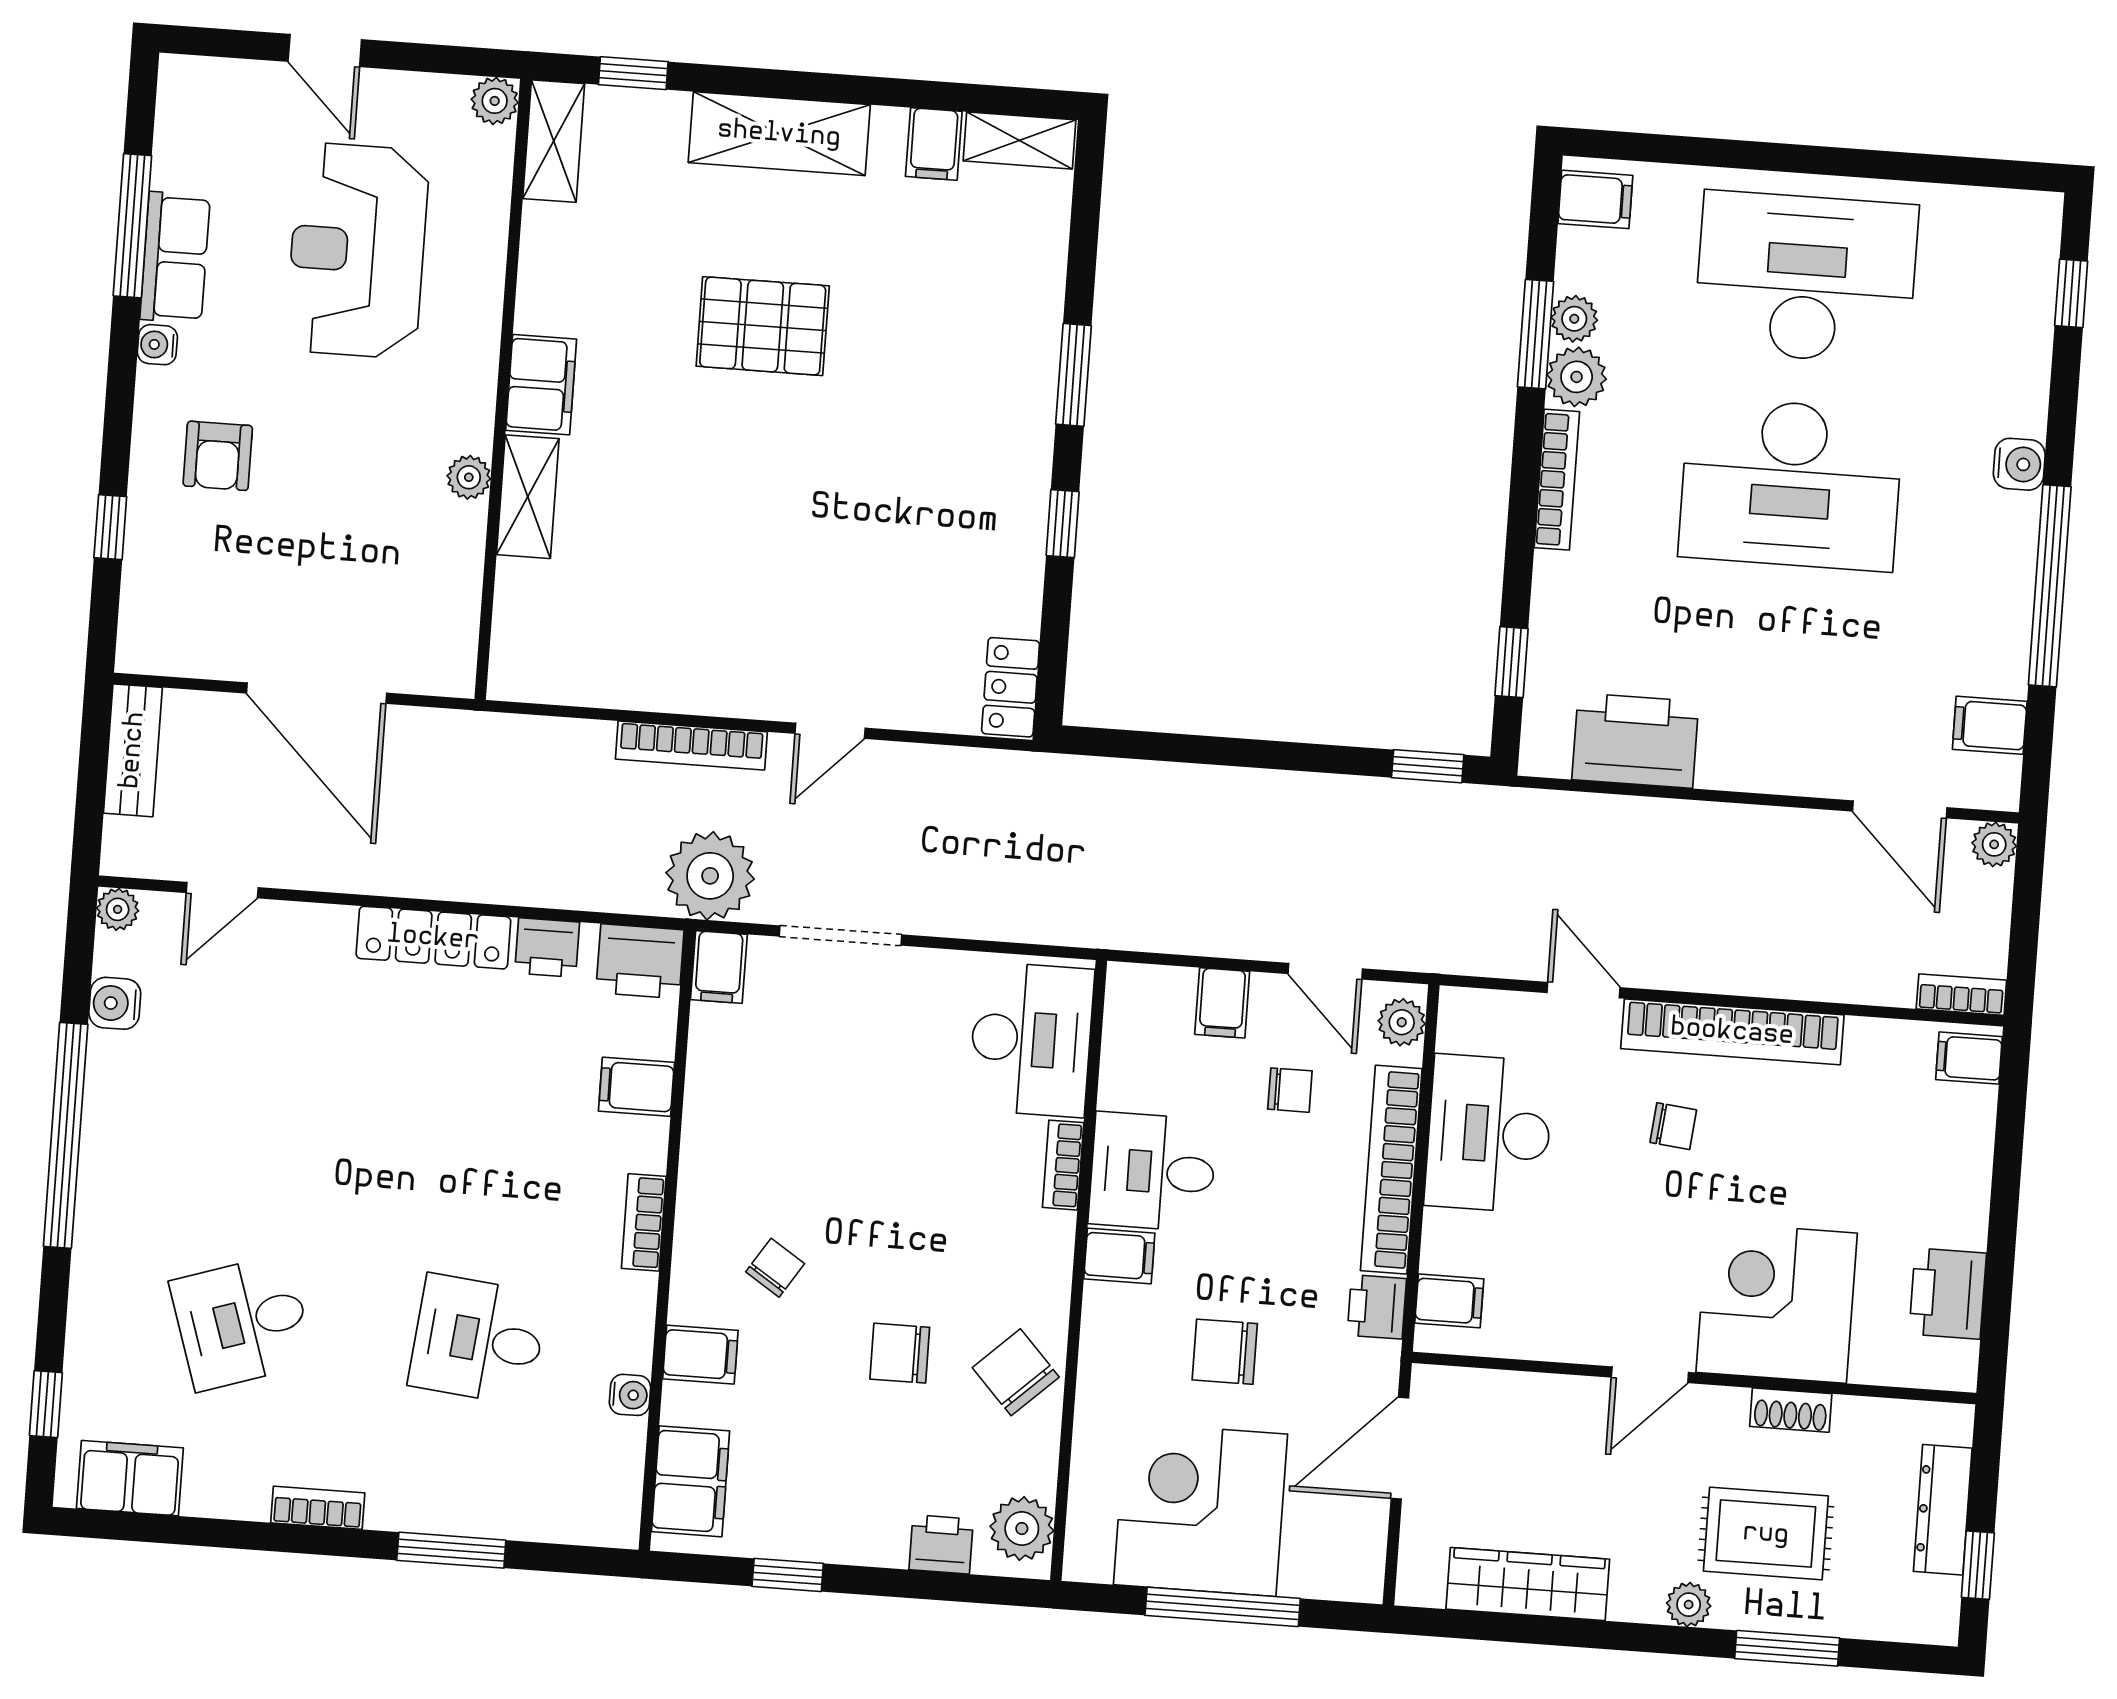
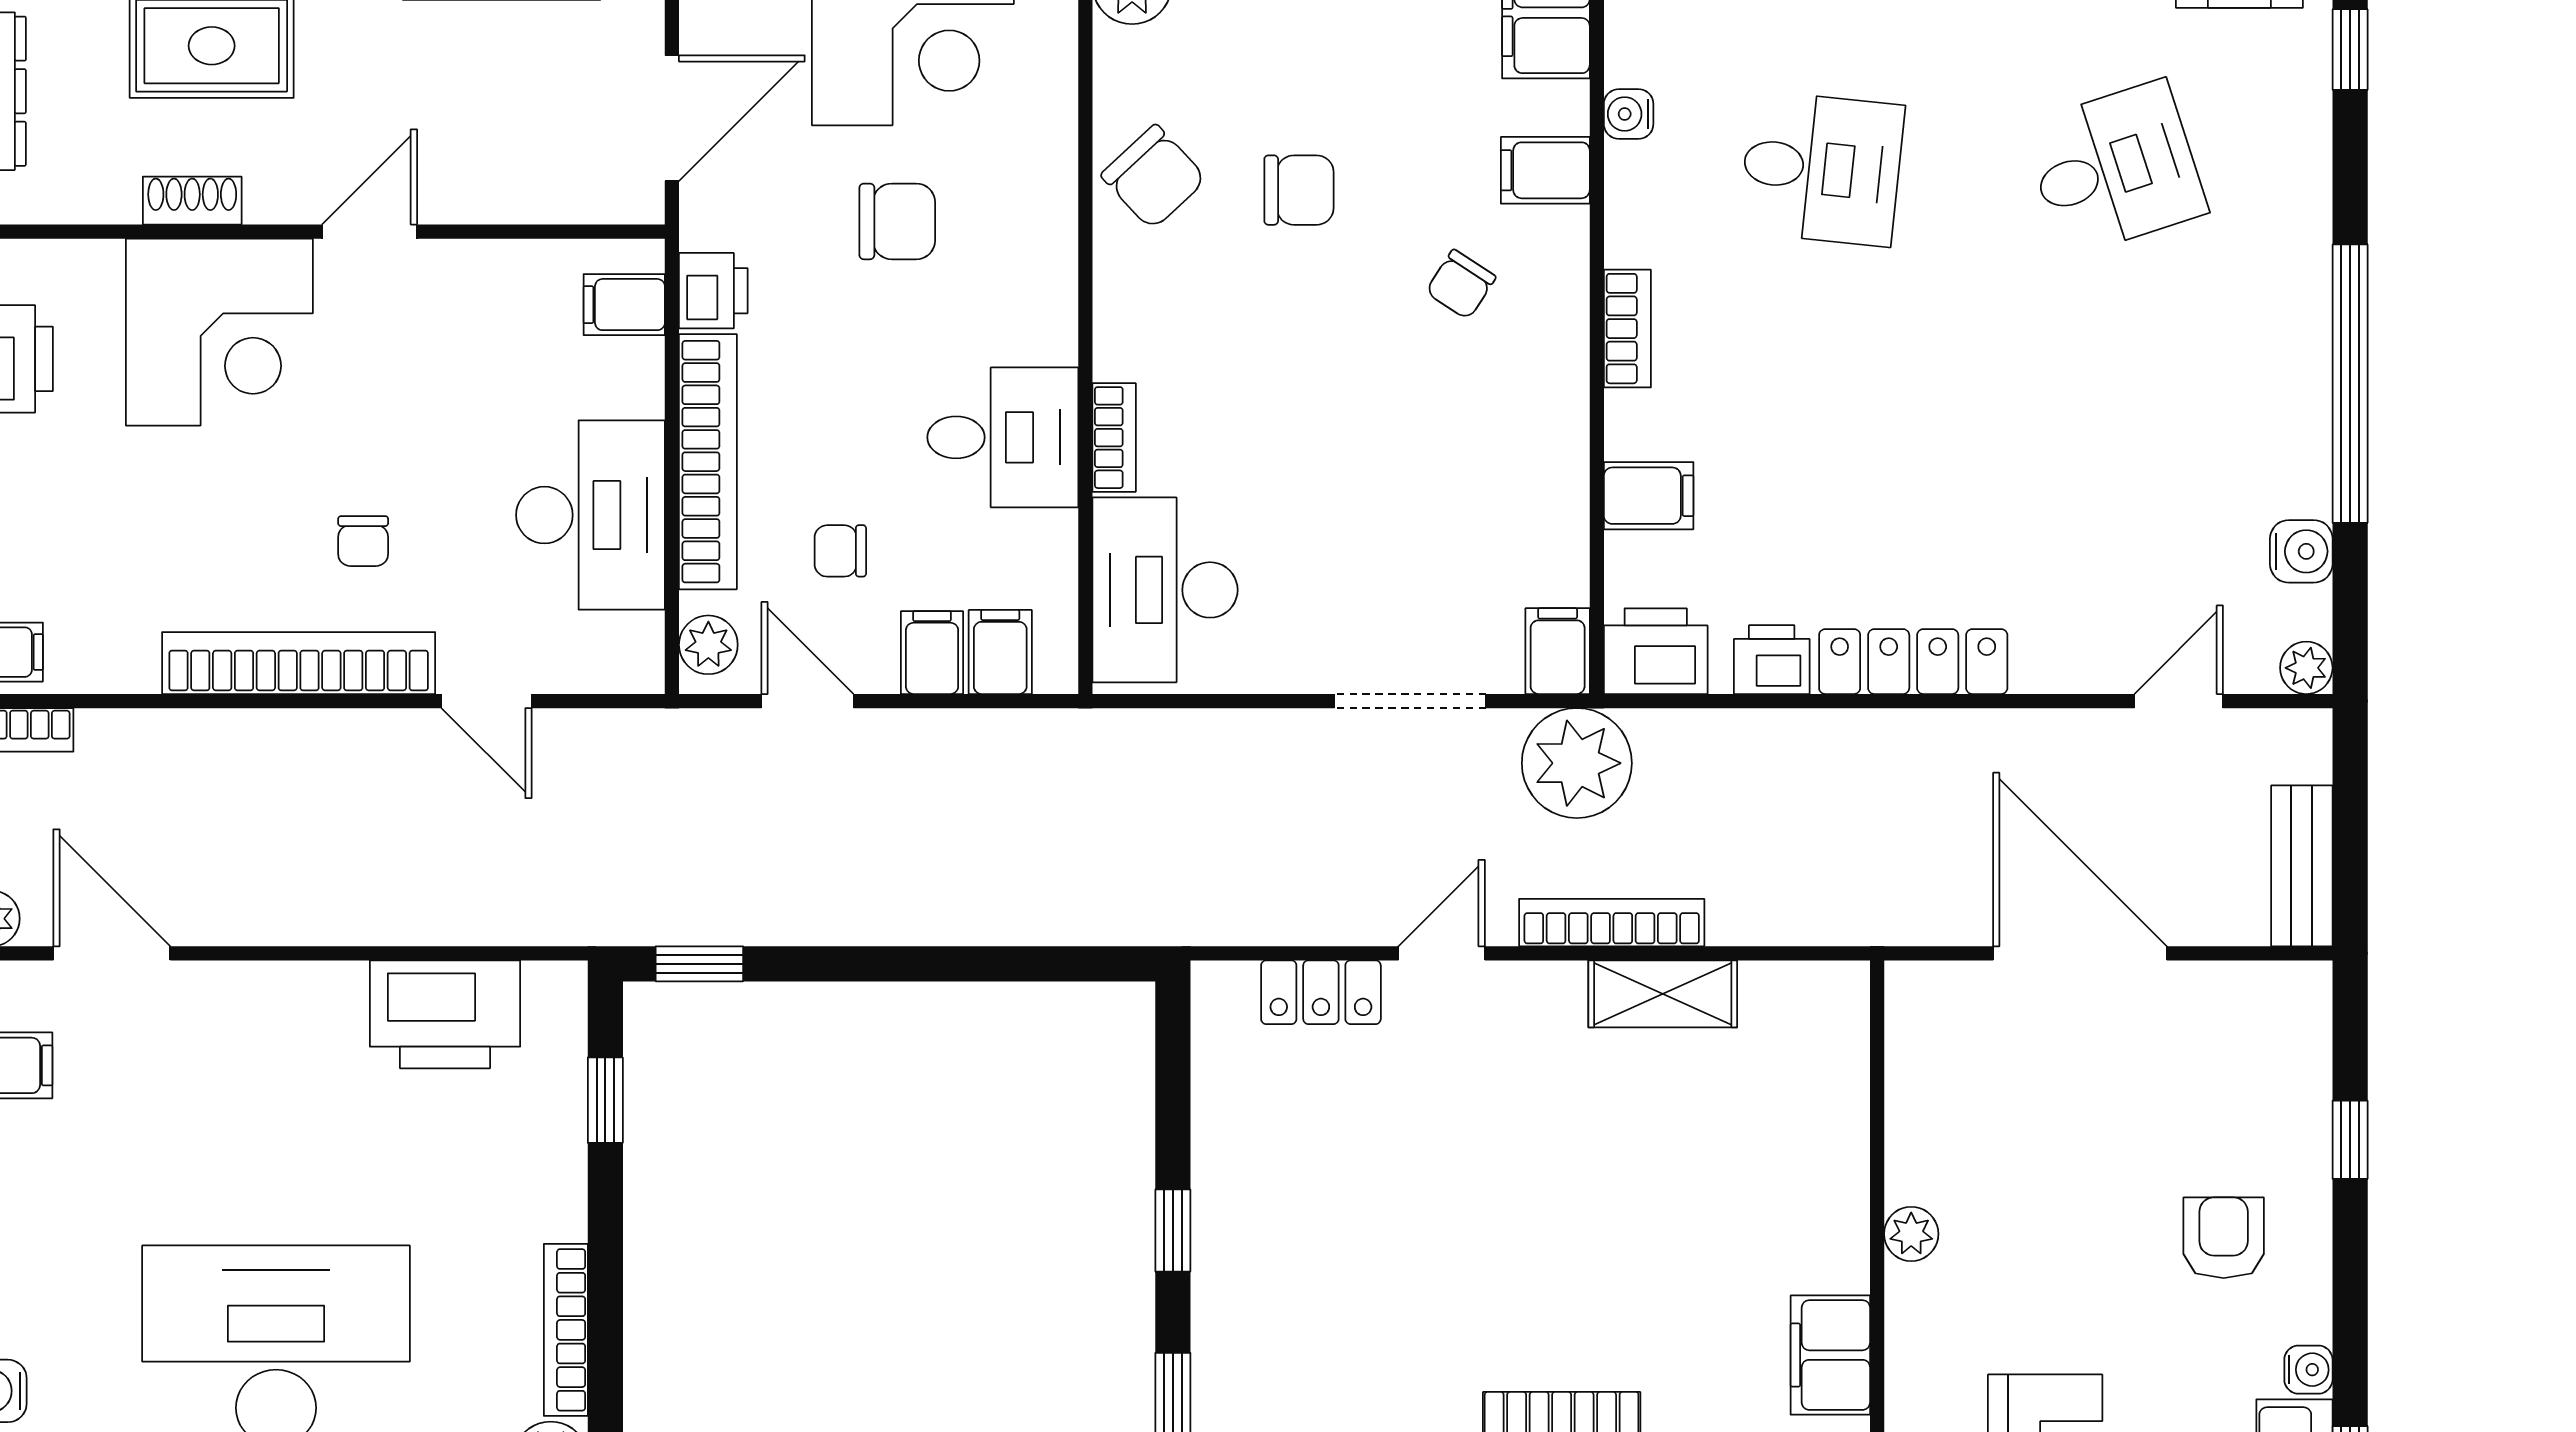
shelving: (528, 497) -> (1663, 994), moved, turned 90
locker: (1011, 687) -> (1321, 992), moved, turned 90
chair: (1673, 1126) -> (363, 541), turned -96
filing cabinet: (1119, 1256) -> (1000, 652), moved, turned 90

